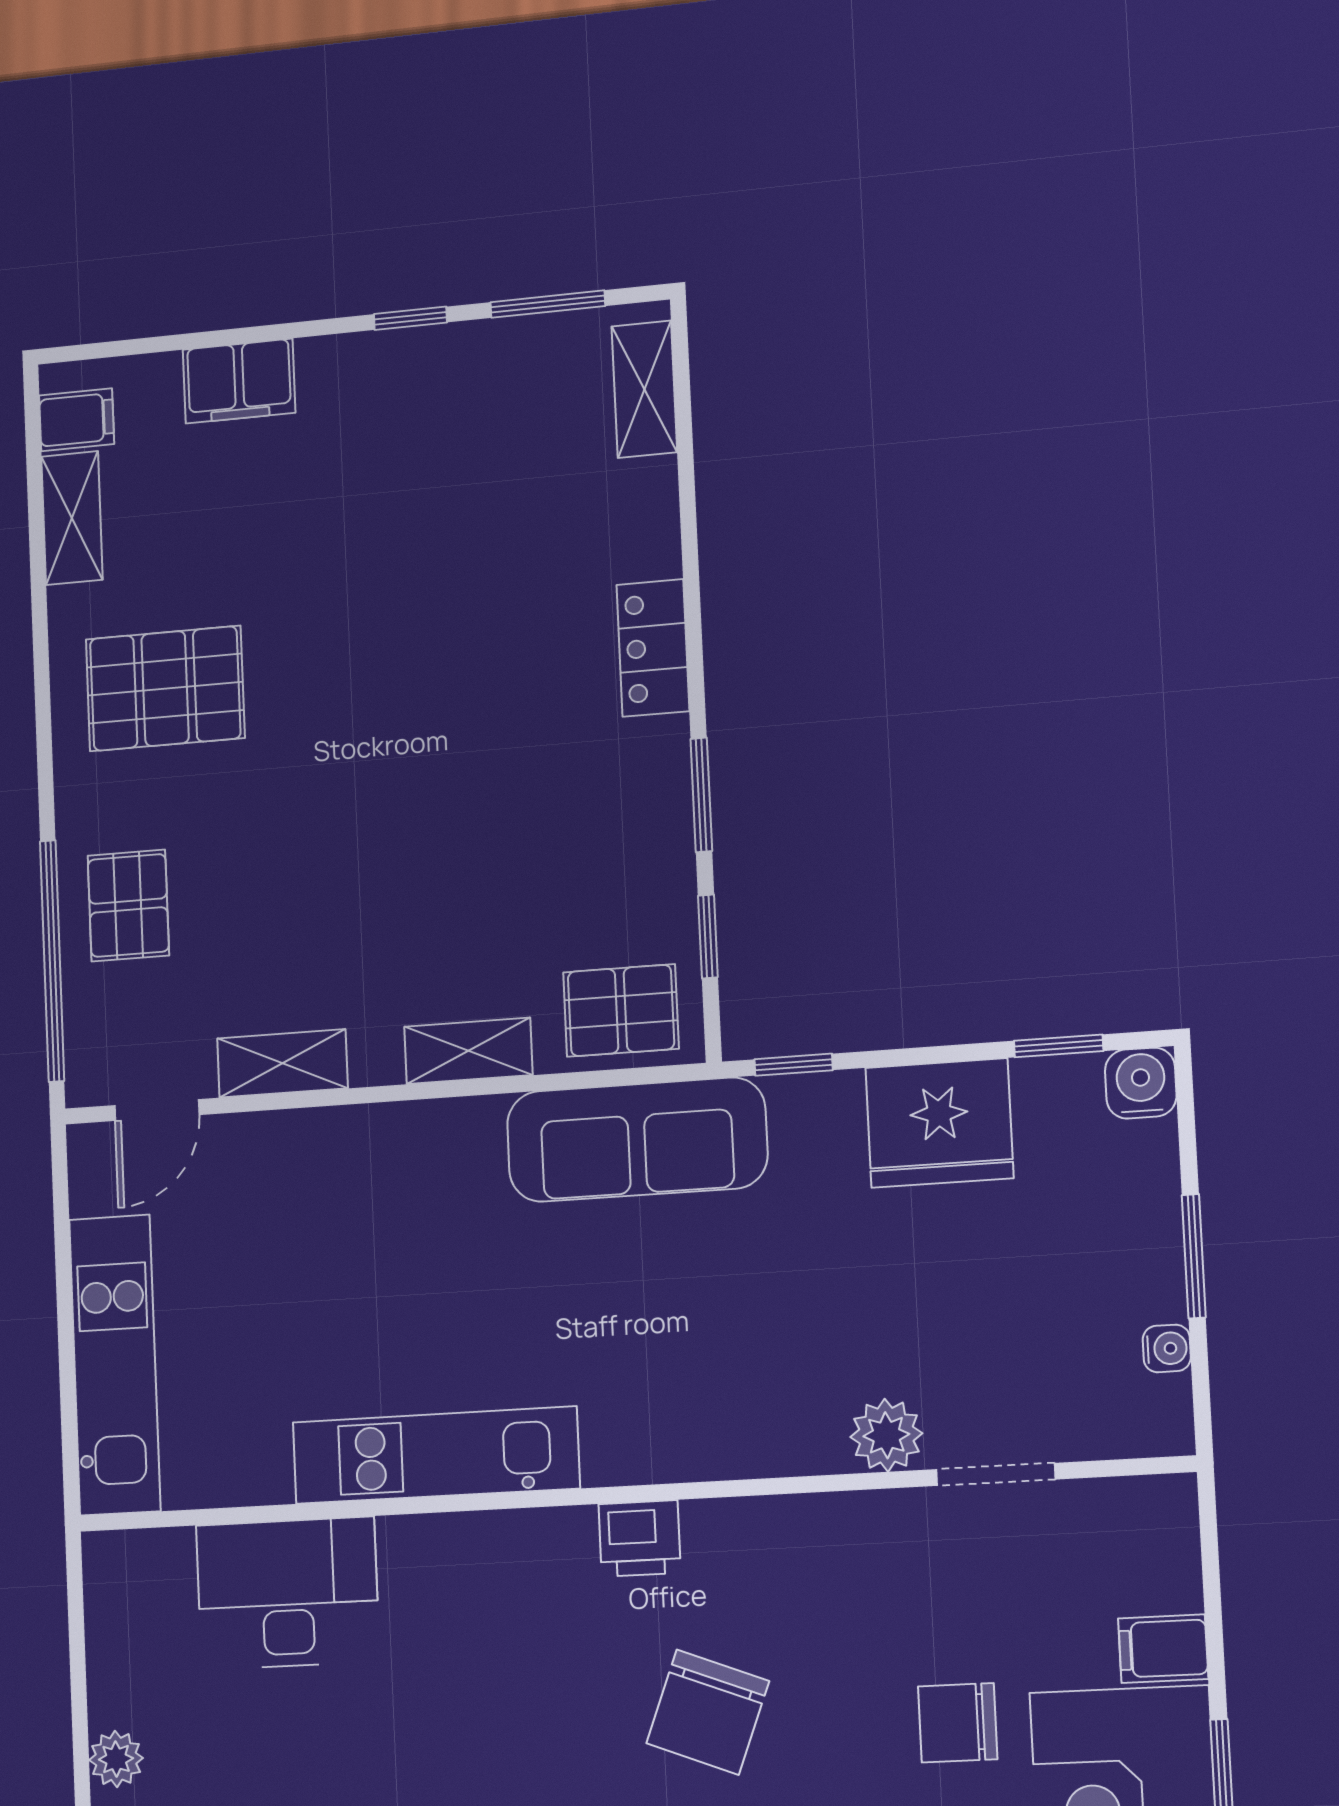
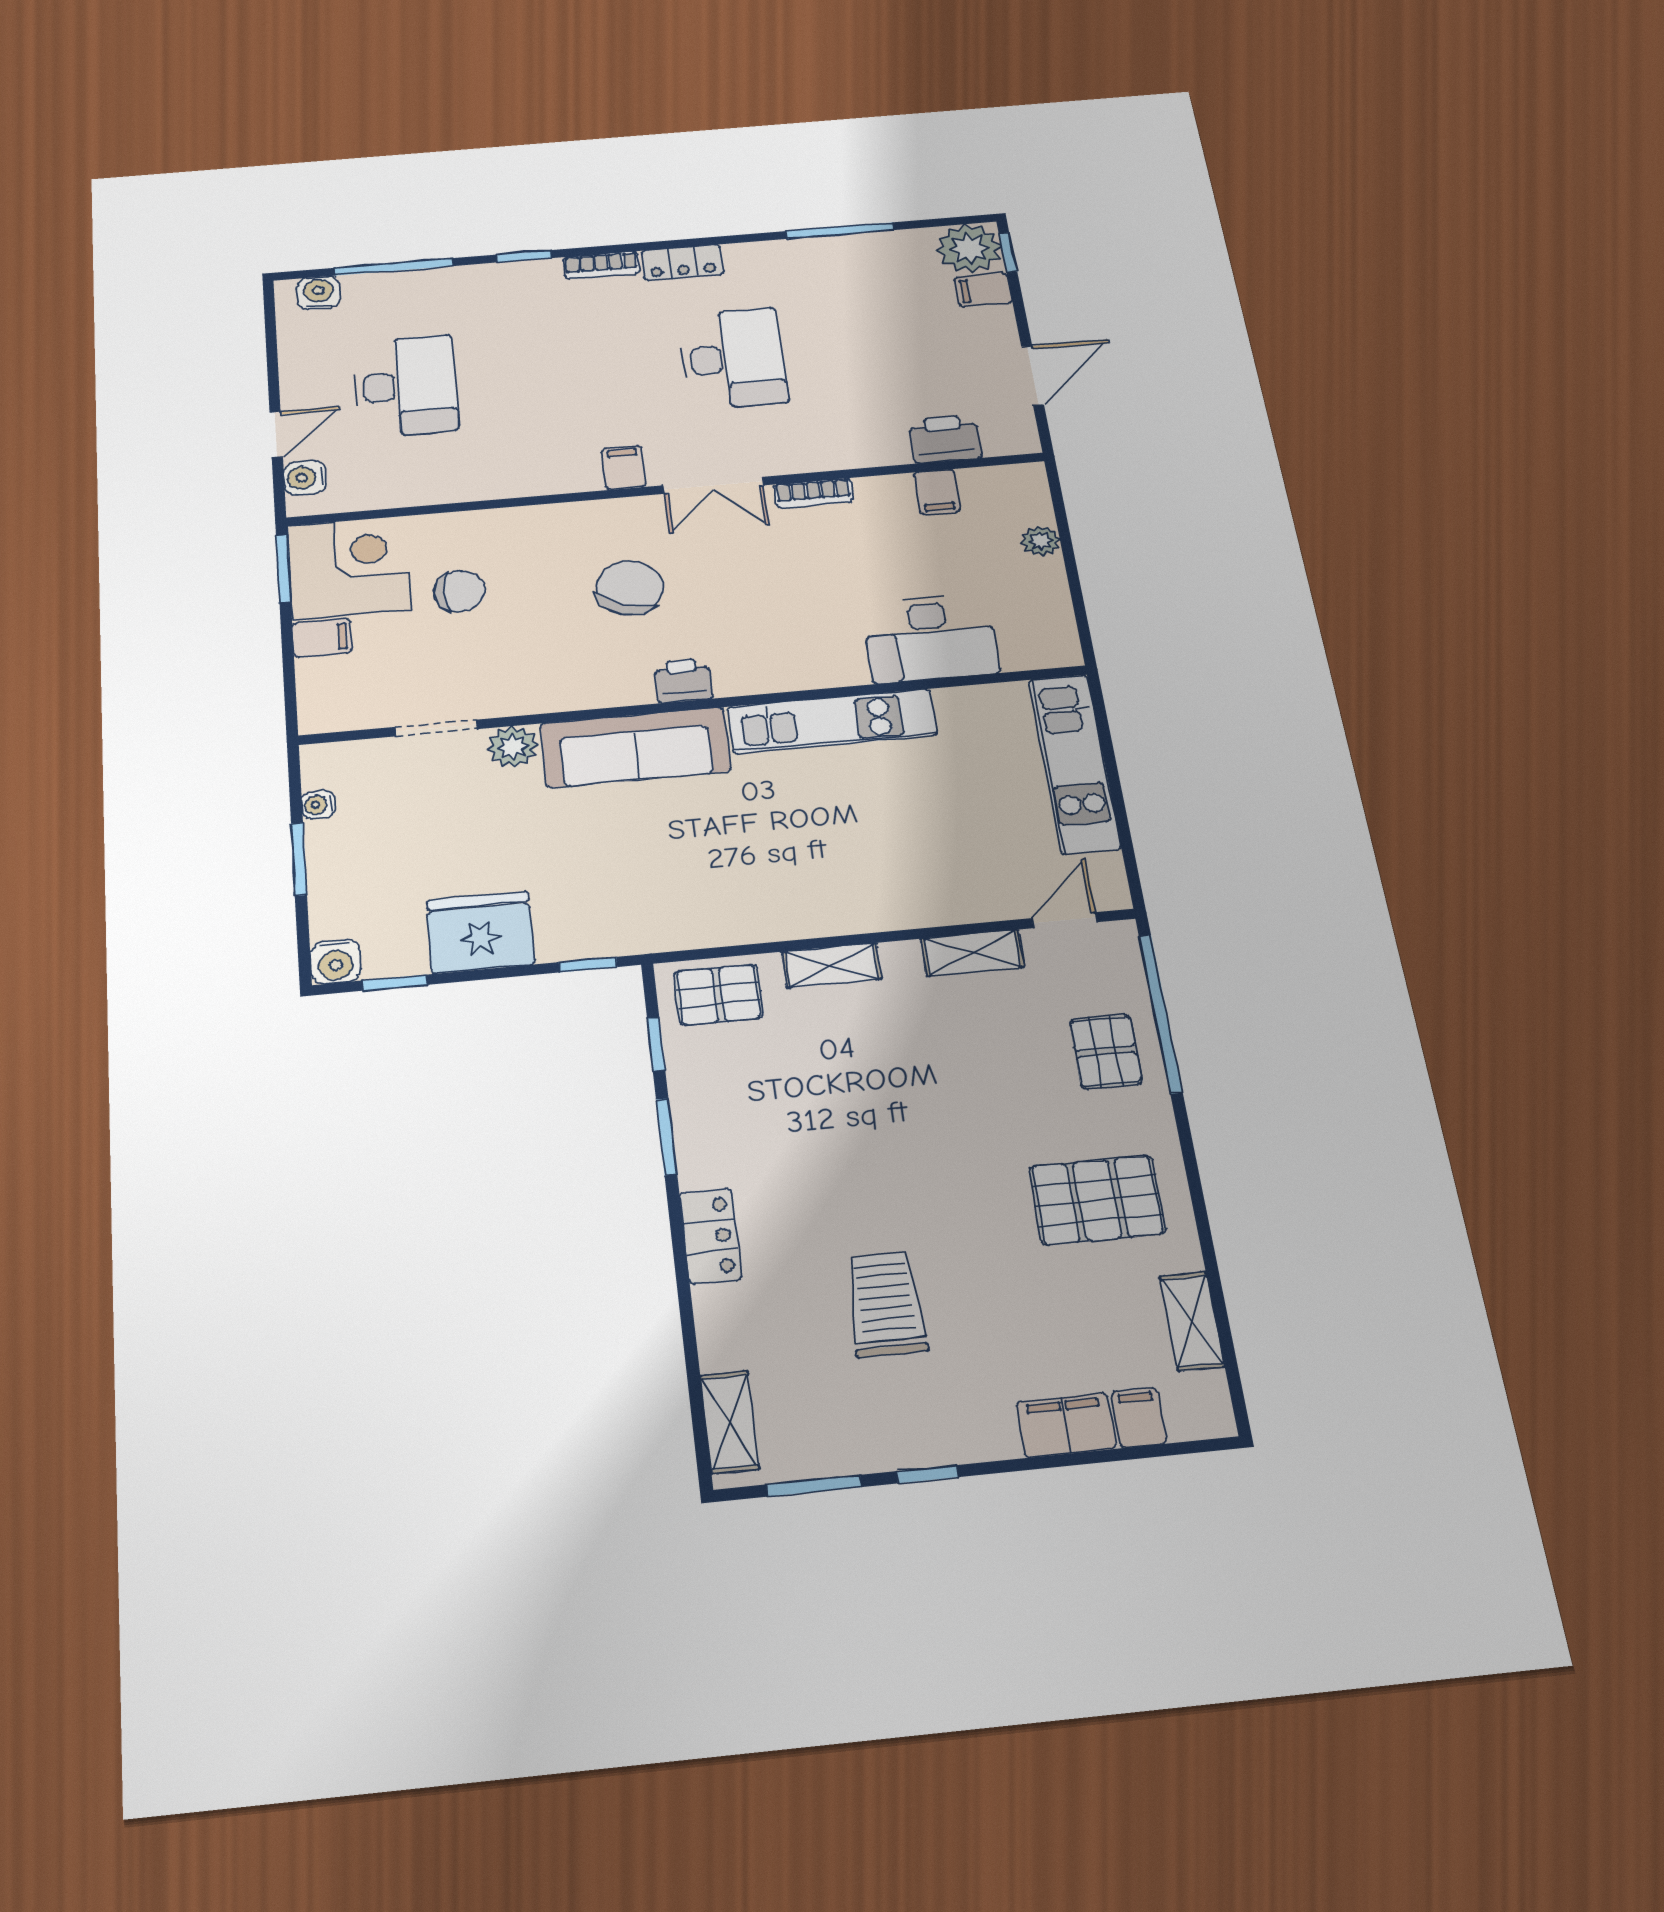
filing cabinet: (77, 420) -> (1139, 1417), moved, turned 90
trolley: (441, 548) -> (886, 1304), added
sofa: (637, 1140) -> (635, 747), moved, turned 180

